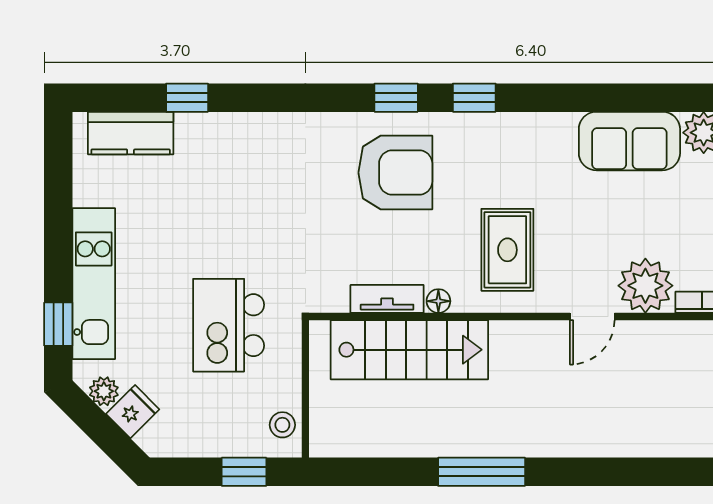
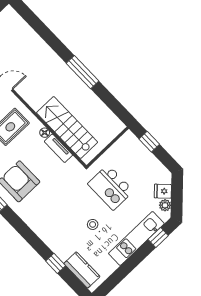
kitchen island: (229, 325) -> (111, 187), turned 90
stool: (282, 425) -> (93, 224), moved

